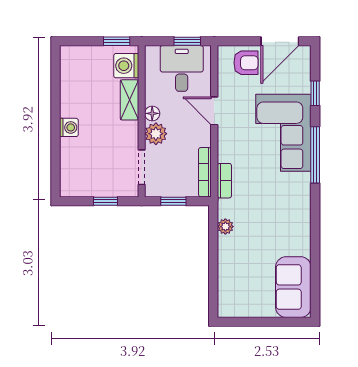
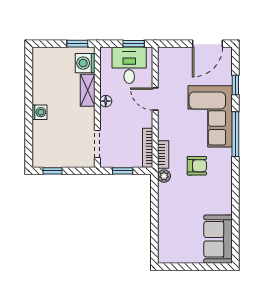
armchair: (246, 63) -> (197, 166), moved
plant: (156, 134) -> (109, 117), removed
window: (106, 201) -> (52, 171), moved
plant: (225, 227) -> (164, 176), moved

